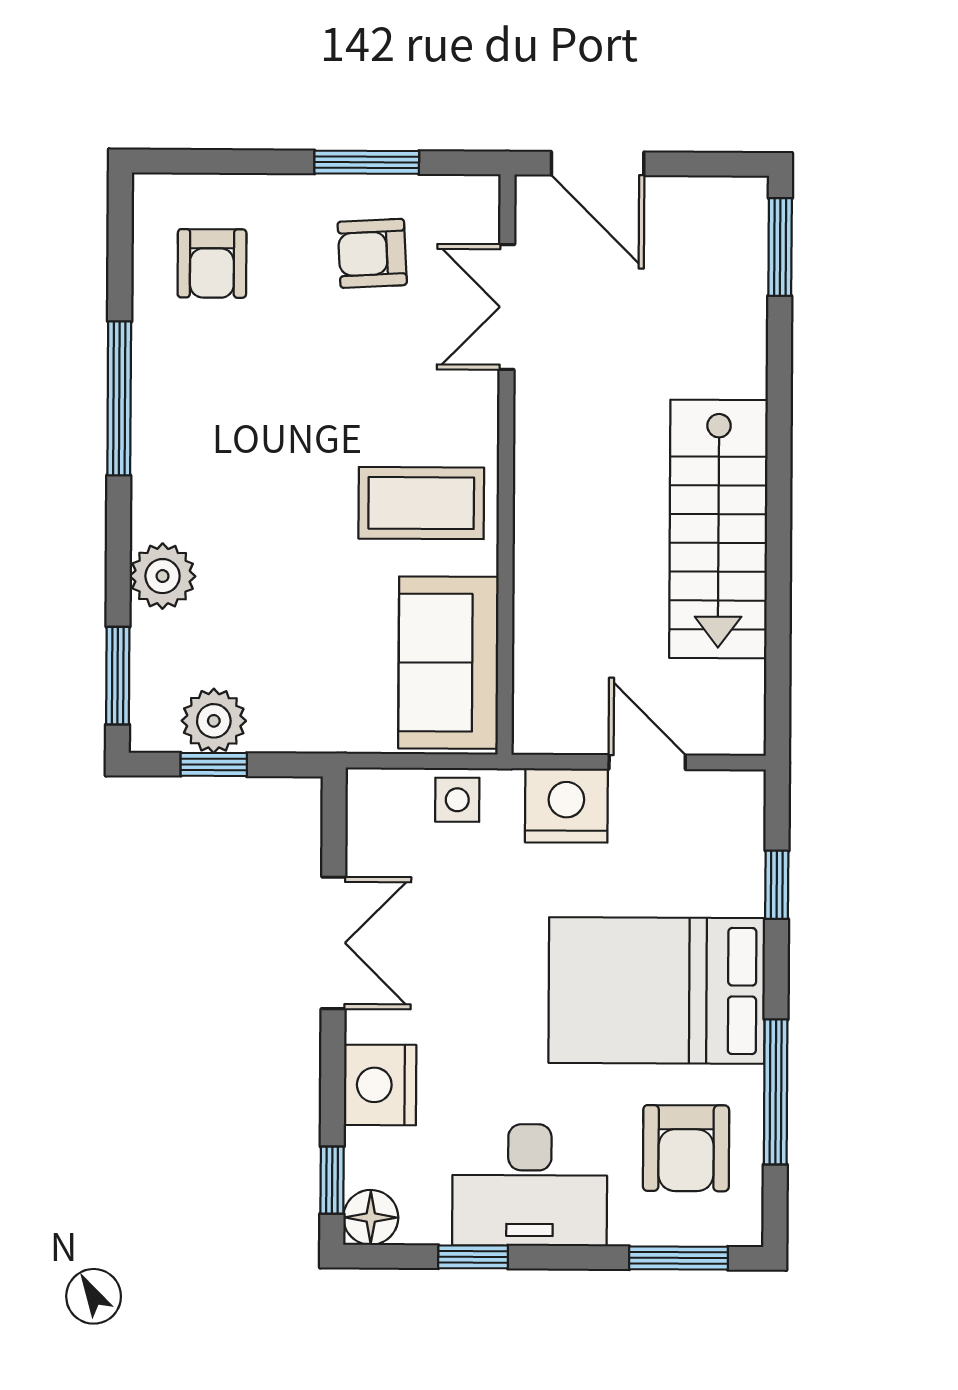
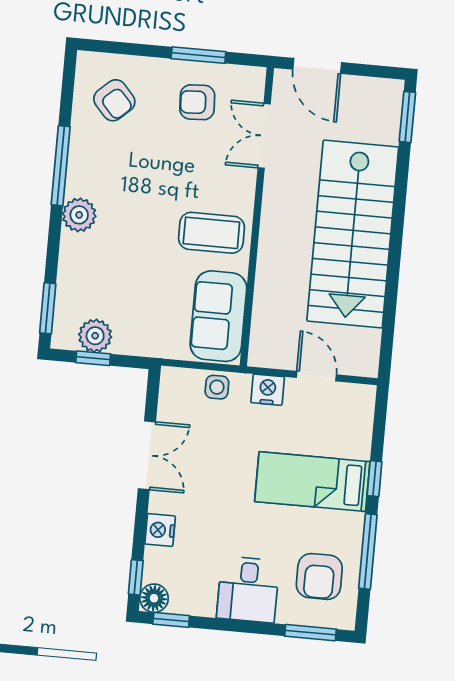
armchair: (212, 263) -> (114, 100), turned -42
stairs: (718, 529) -> (353, 234), width x1.36, depth x1.51
plant: (163, 576) -> (79, 215), moved
nightstand: (566, 806) -> (268, 390), width x0.74, depth x0.75
window: (777, 885) -> (374, 479), moved
bed: (657, 991) -> (312, 482), width x0.67
nightstand: (380, 1085) -> (160, 530), width x0.74, depth x0.75
desk: (530, 1185) -> (248, 589), width x0.73
window: (473, 1257) -> (171, 620), moved

